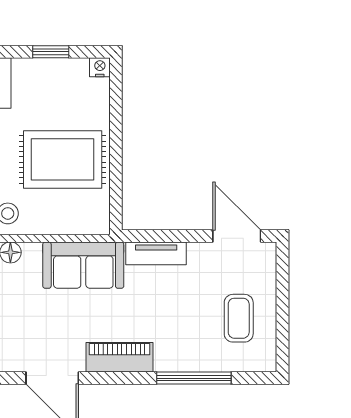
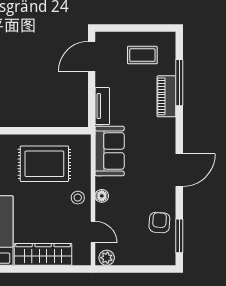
rug: (63, 159) -> (44, 164), turned 90
piano: (120, 357) -> (166, 96), moved

